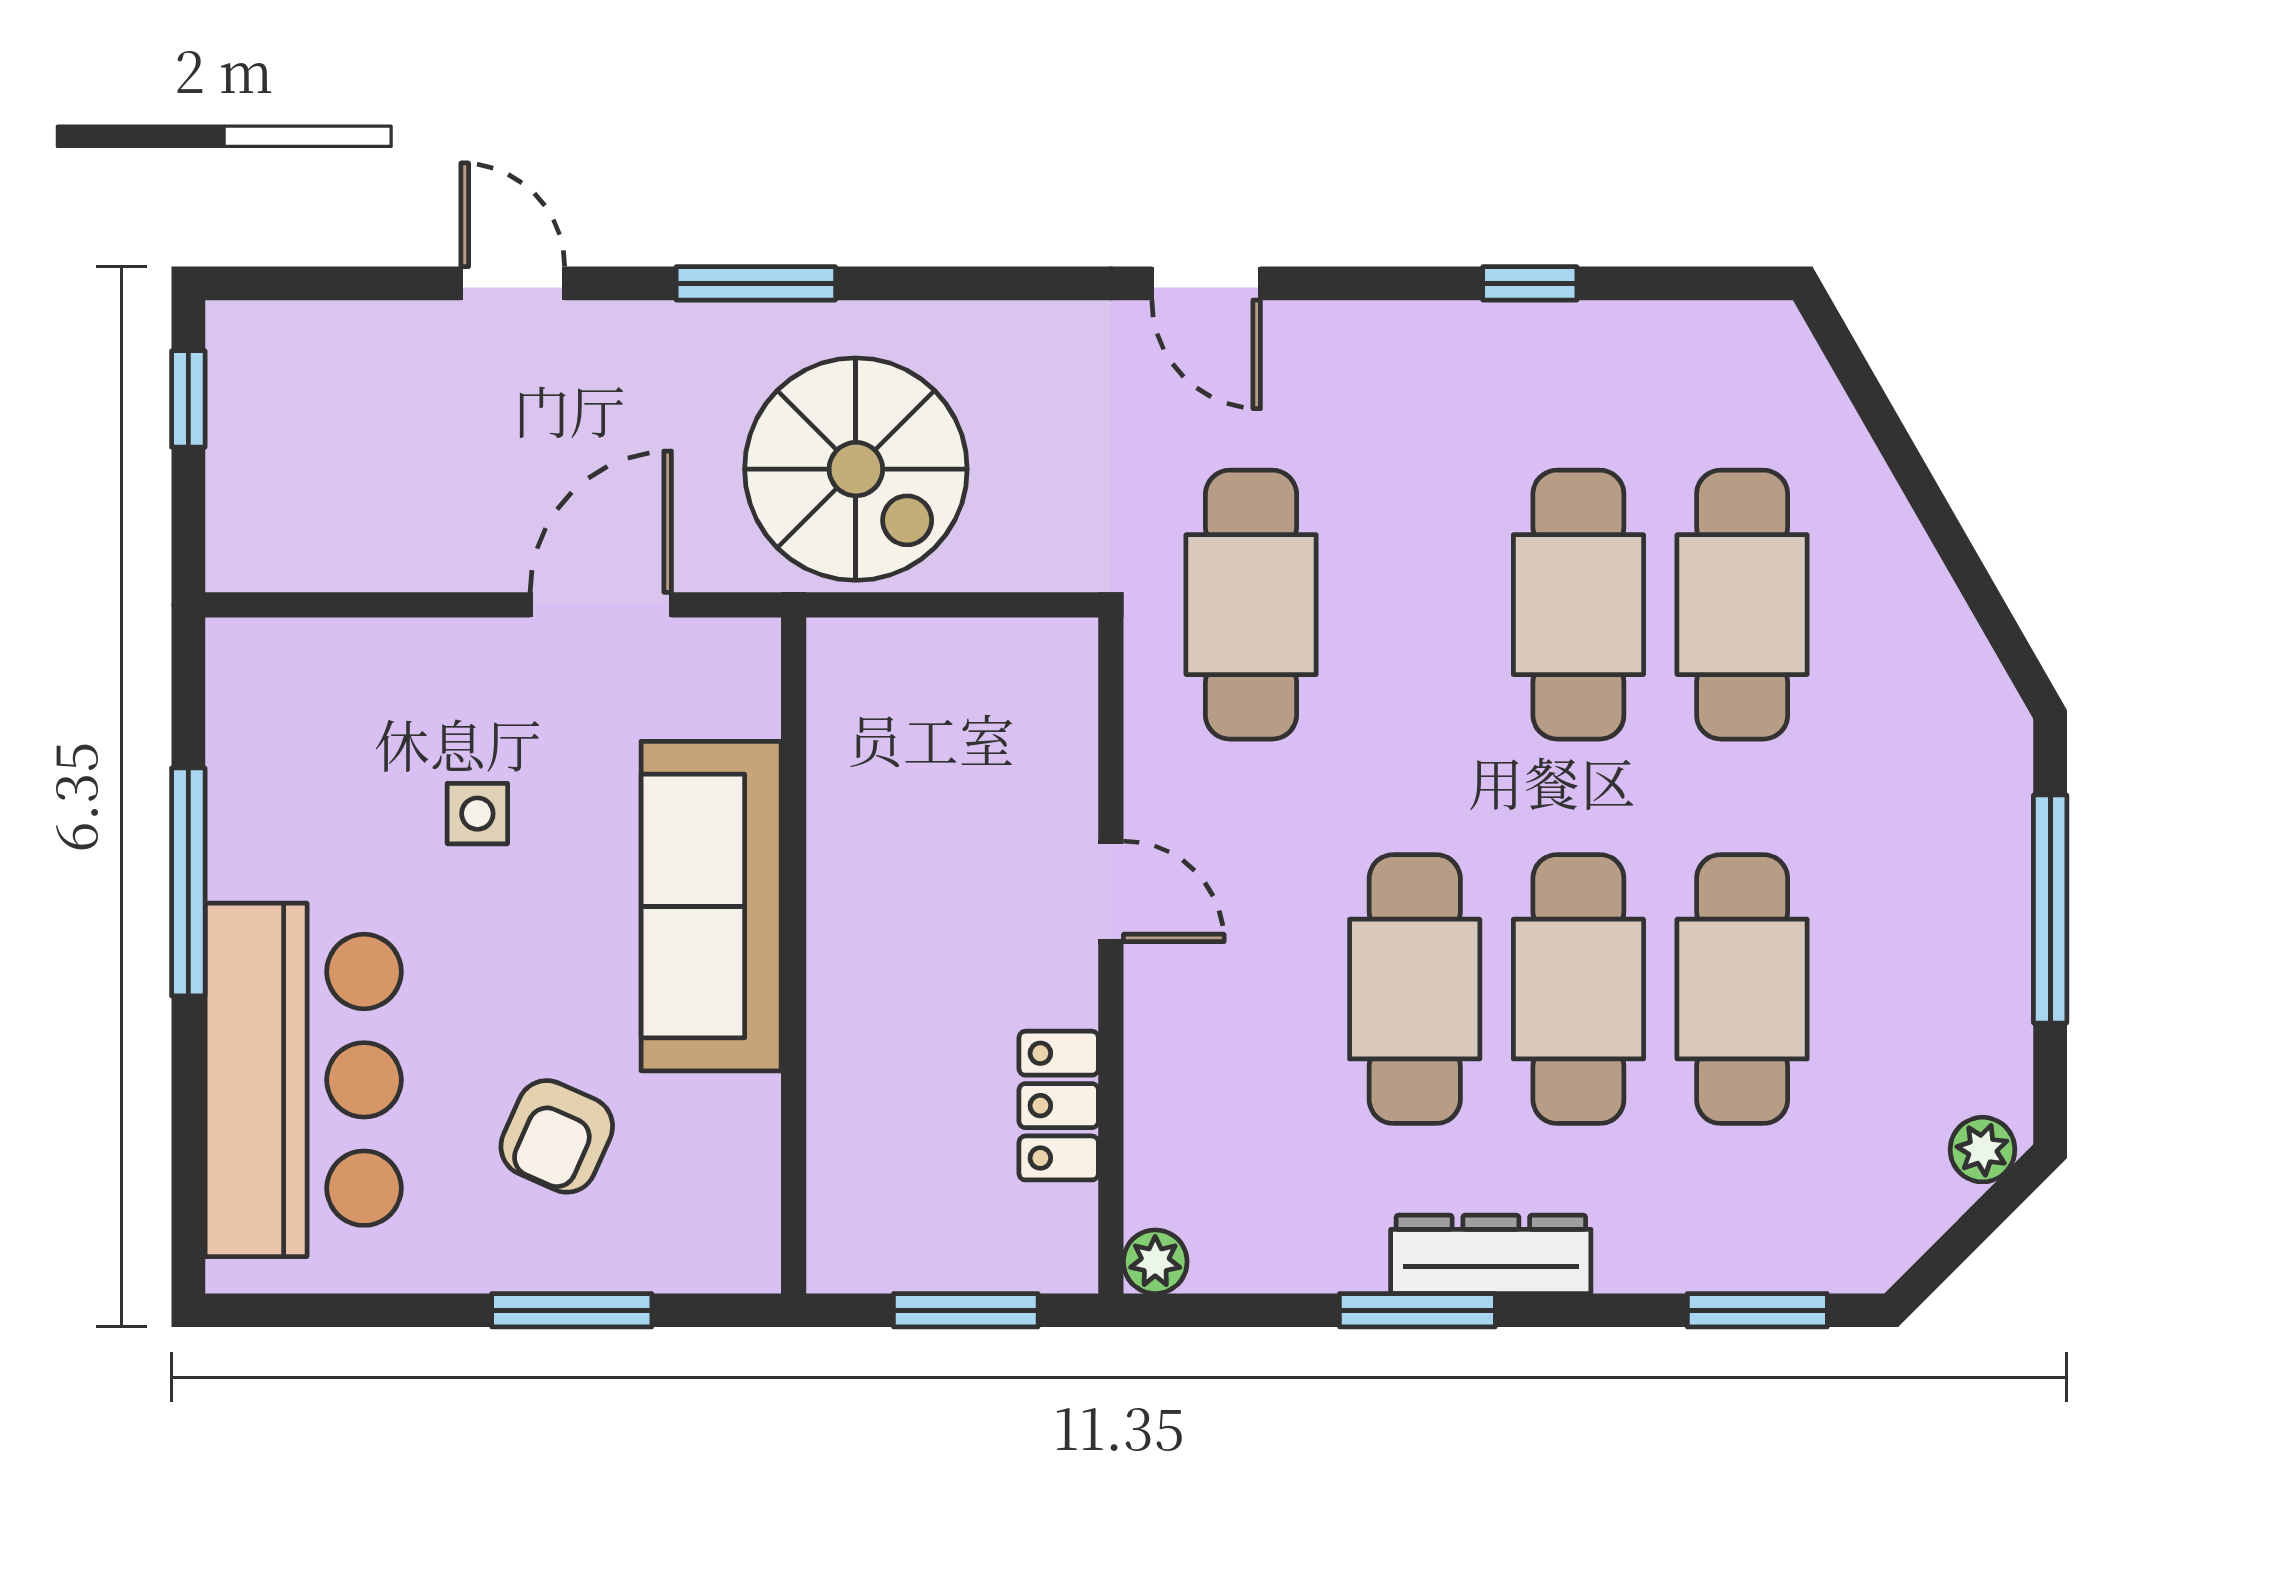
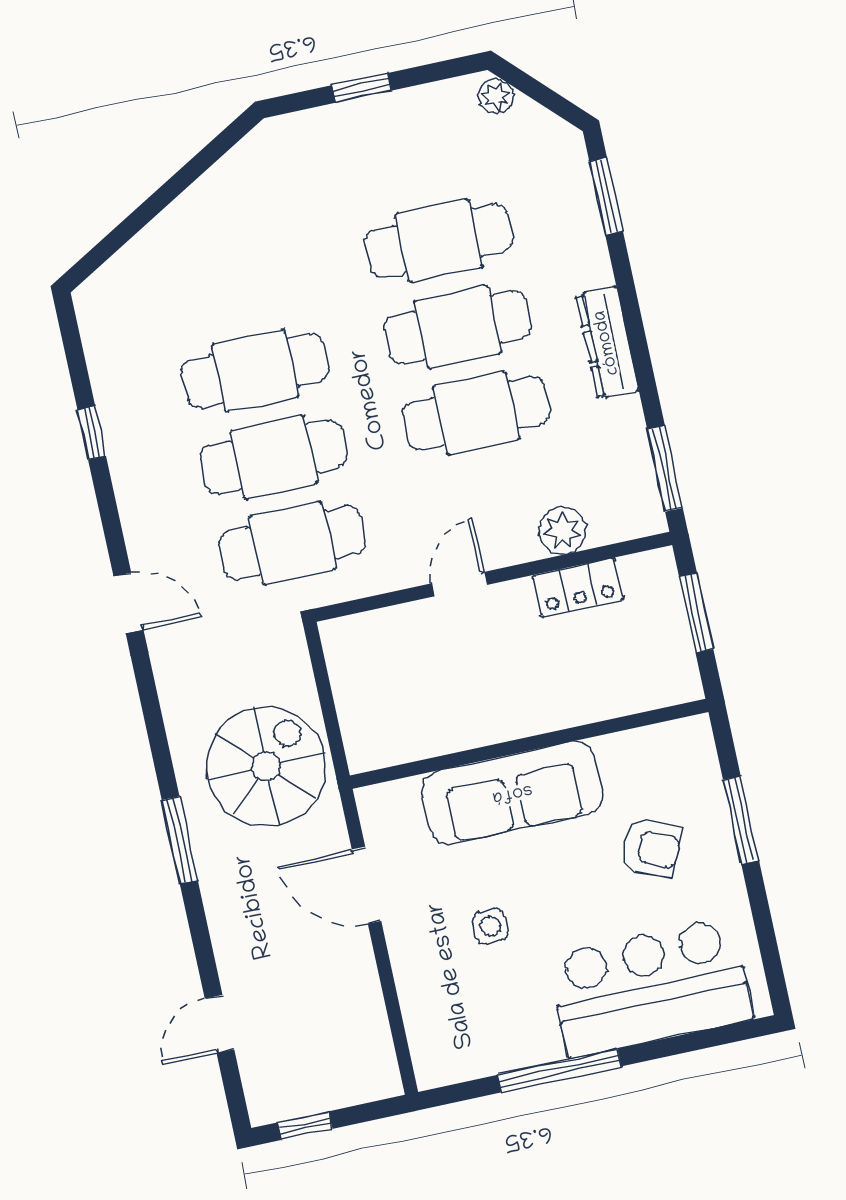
door: (513, 283) -> (219, 1024), moved
door: (1206, 283) -> (128, 603), hinge flipped
cafe table: (1742, 605) -> (274, 457), moved
window: (2050, 909) -> (362, 88), width x0.46
plant: (1155, 1262) -> (562, 531), moved, width x1.38, depth x1.38
window: (1417, 1310) -> (665, 469), moved

